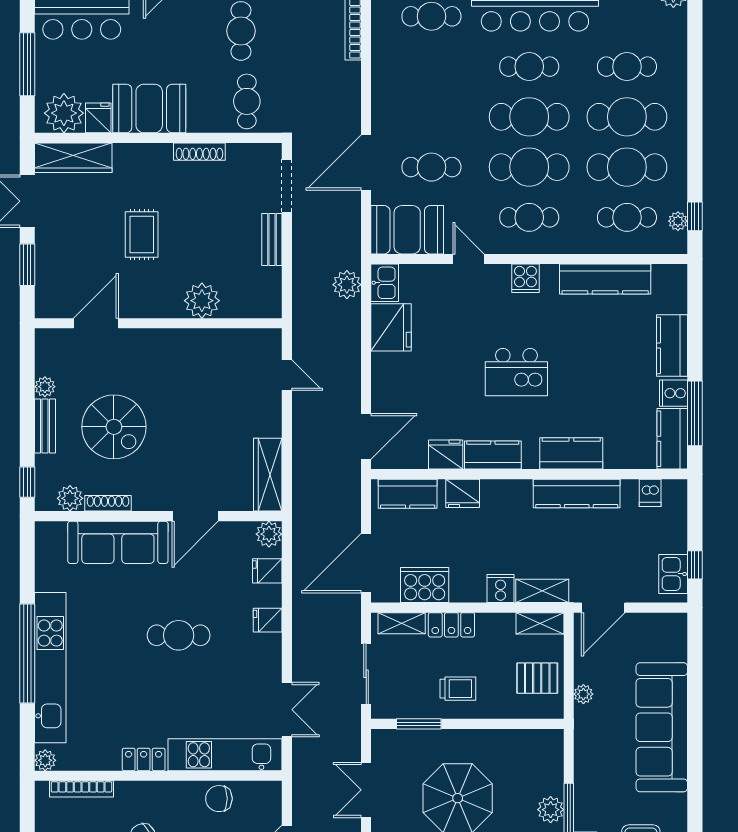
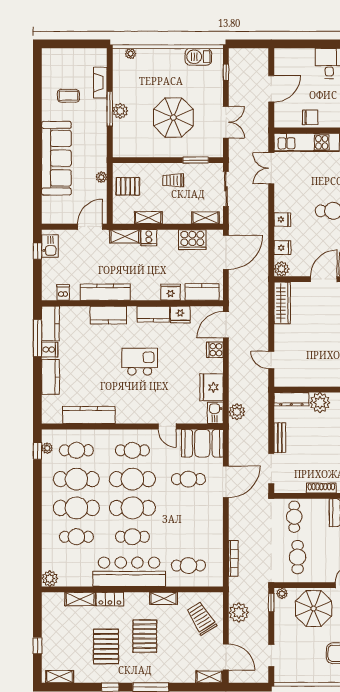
cooker: (525, 278) -> (215, 350), moved, turned -90
dresser: (252, 307) -> (291, 399), added
shelving: (540, 623) -> (148, 218), moved
locker: (451, 625) -> (177, 217), removed

